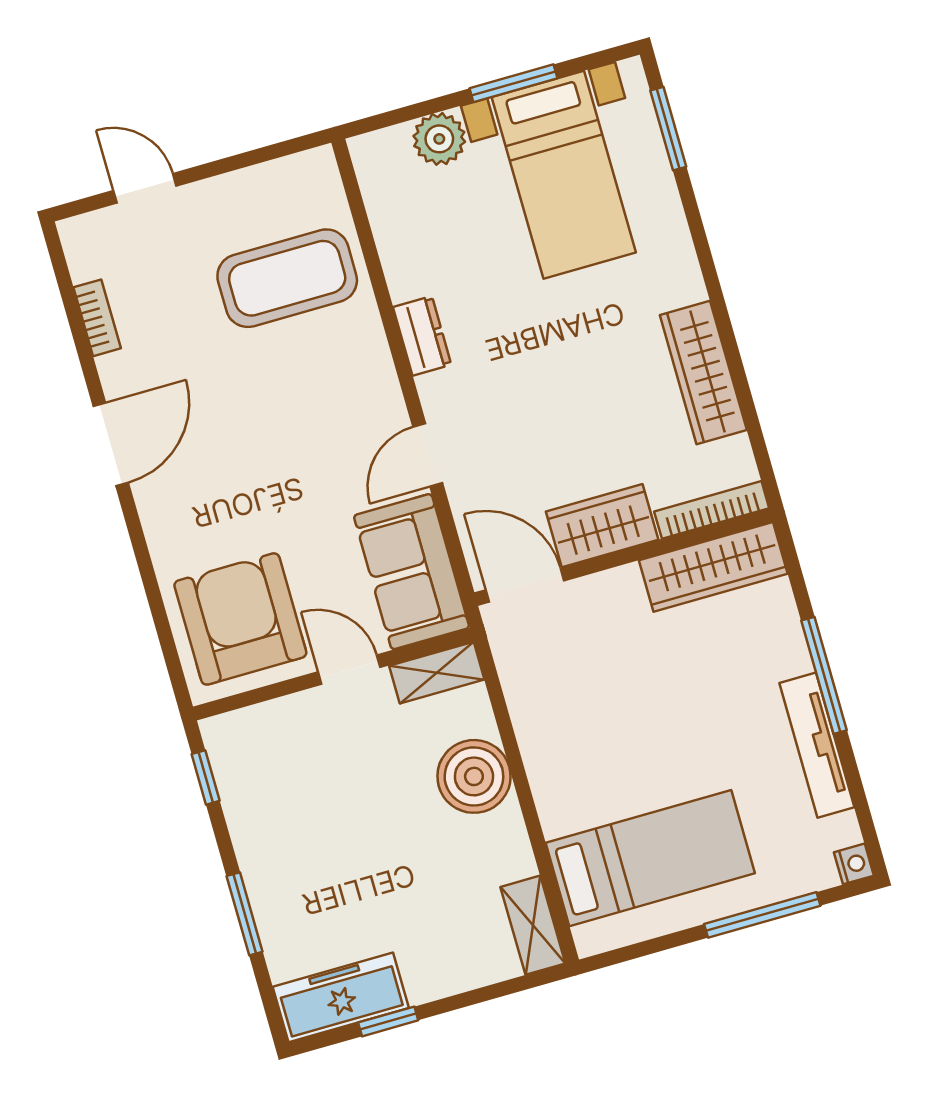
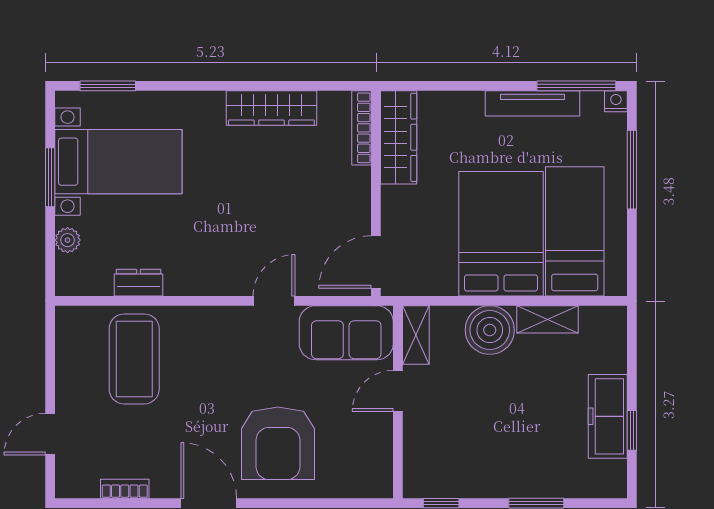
plant: (439, 139) -> (68, 240), width x0.73, depth x0.73
dresser: (422, 336) -> (139, 283), moved
door: (428, 455) -> (274, 301), swing flipped
wardrobe: (602, 526) -> (352, 201), removed
armchair: (240, 619) -> (278, 443), moved, turned -90
window: (824, 675) -> (576, 86), moved
bed: (617, 753) -> (501, 234), added
shelving: (533, 925) -> (547, 319), moved
freezer: (341, 997) -> (608, 416), moved

